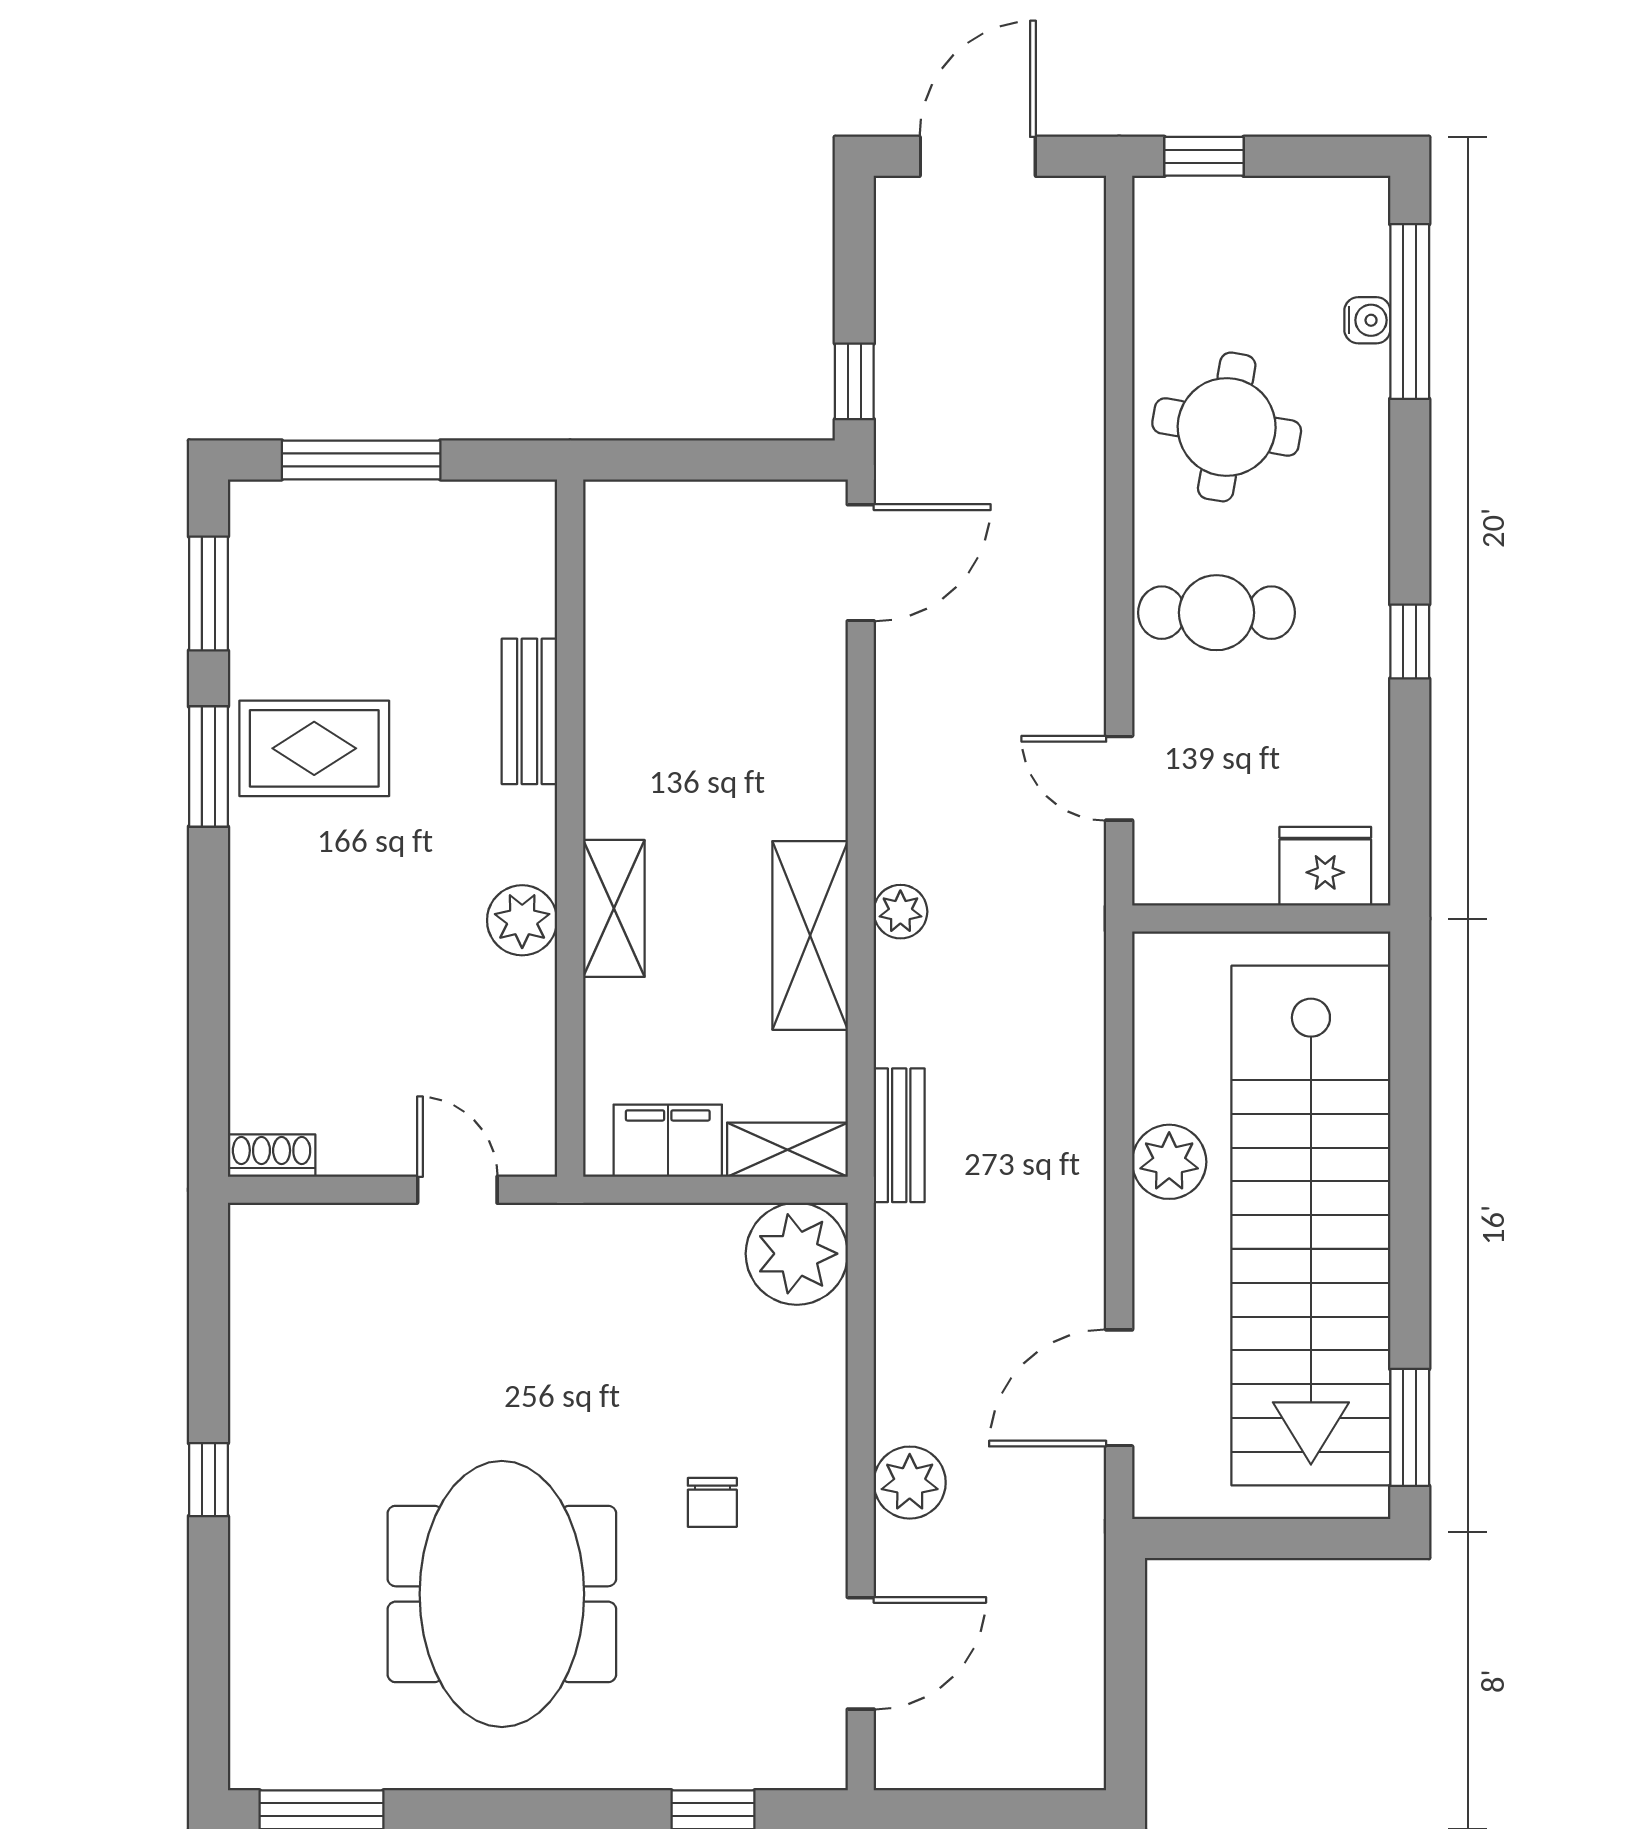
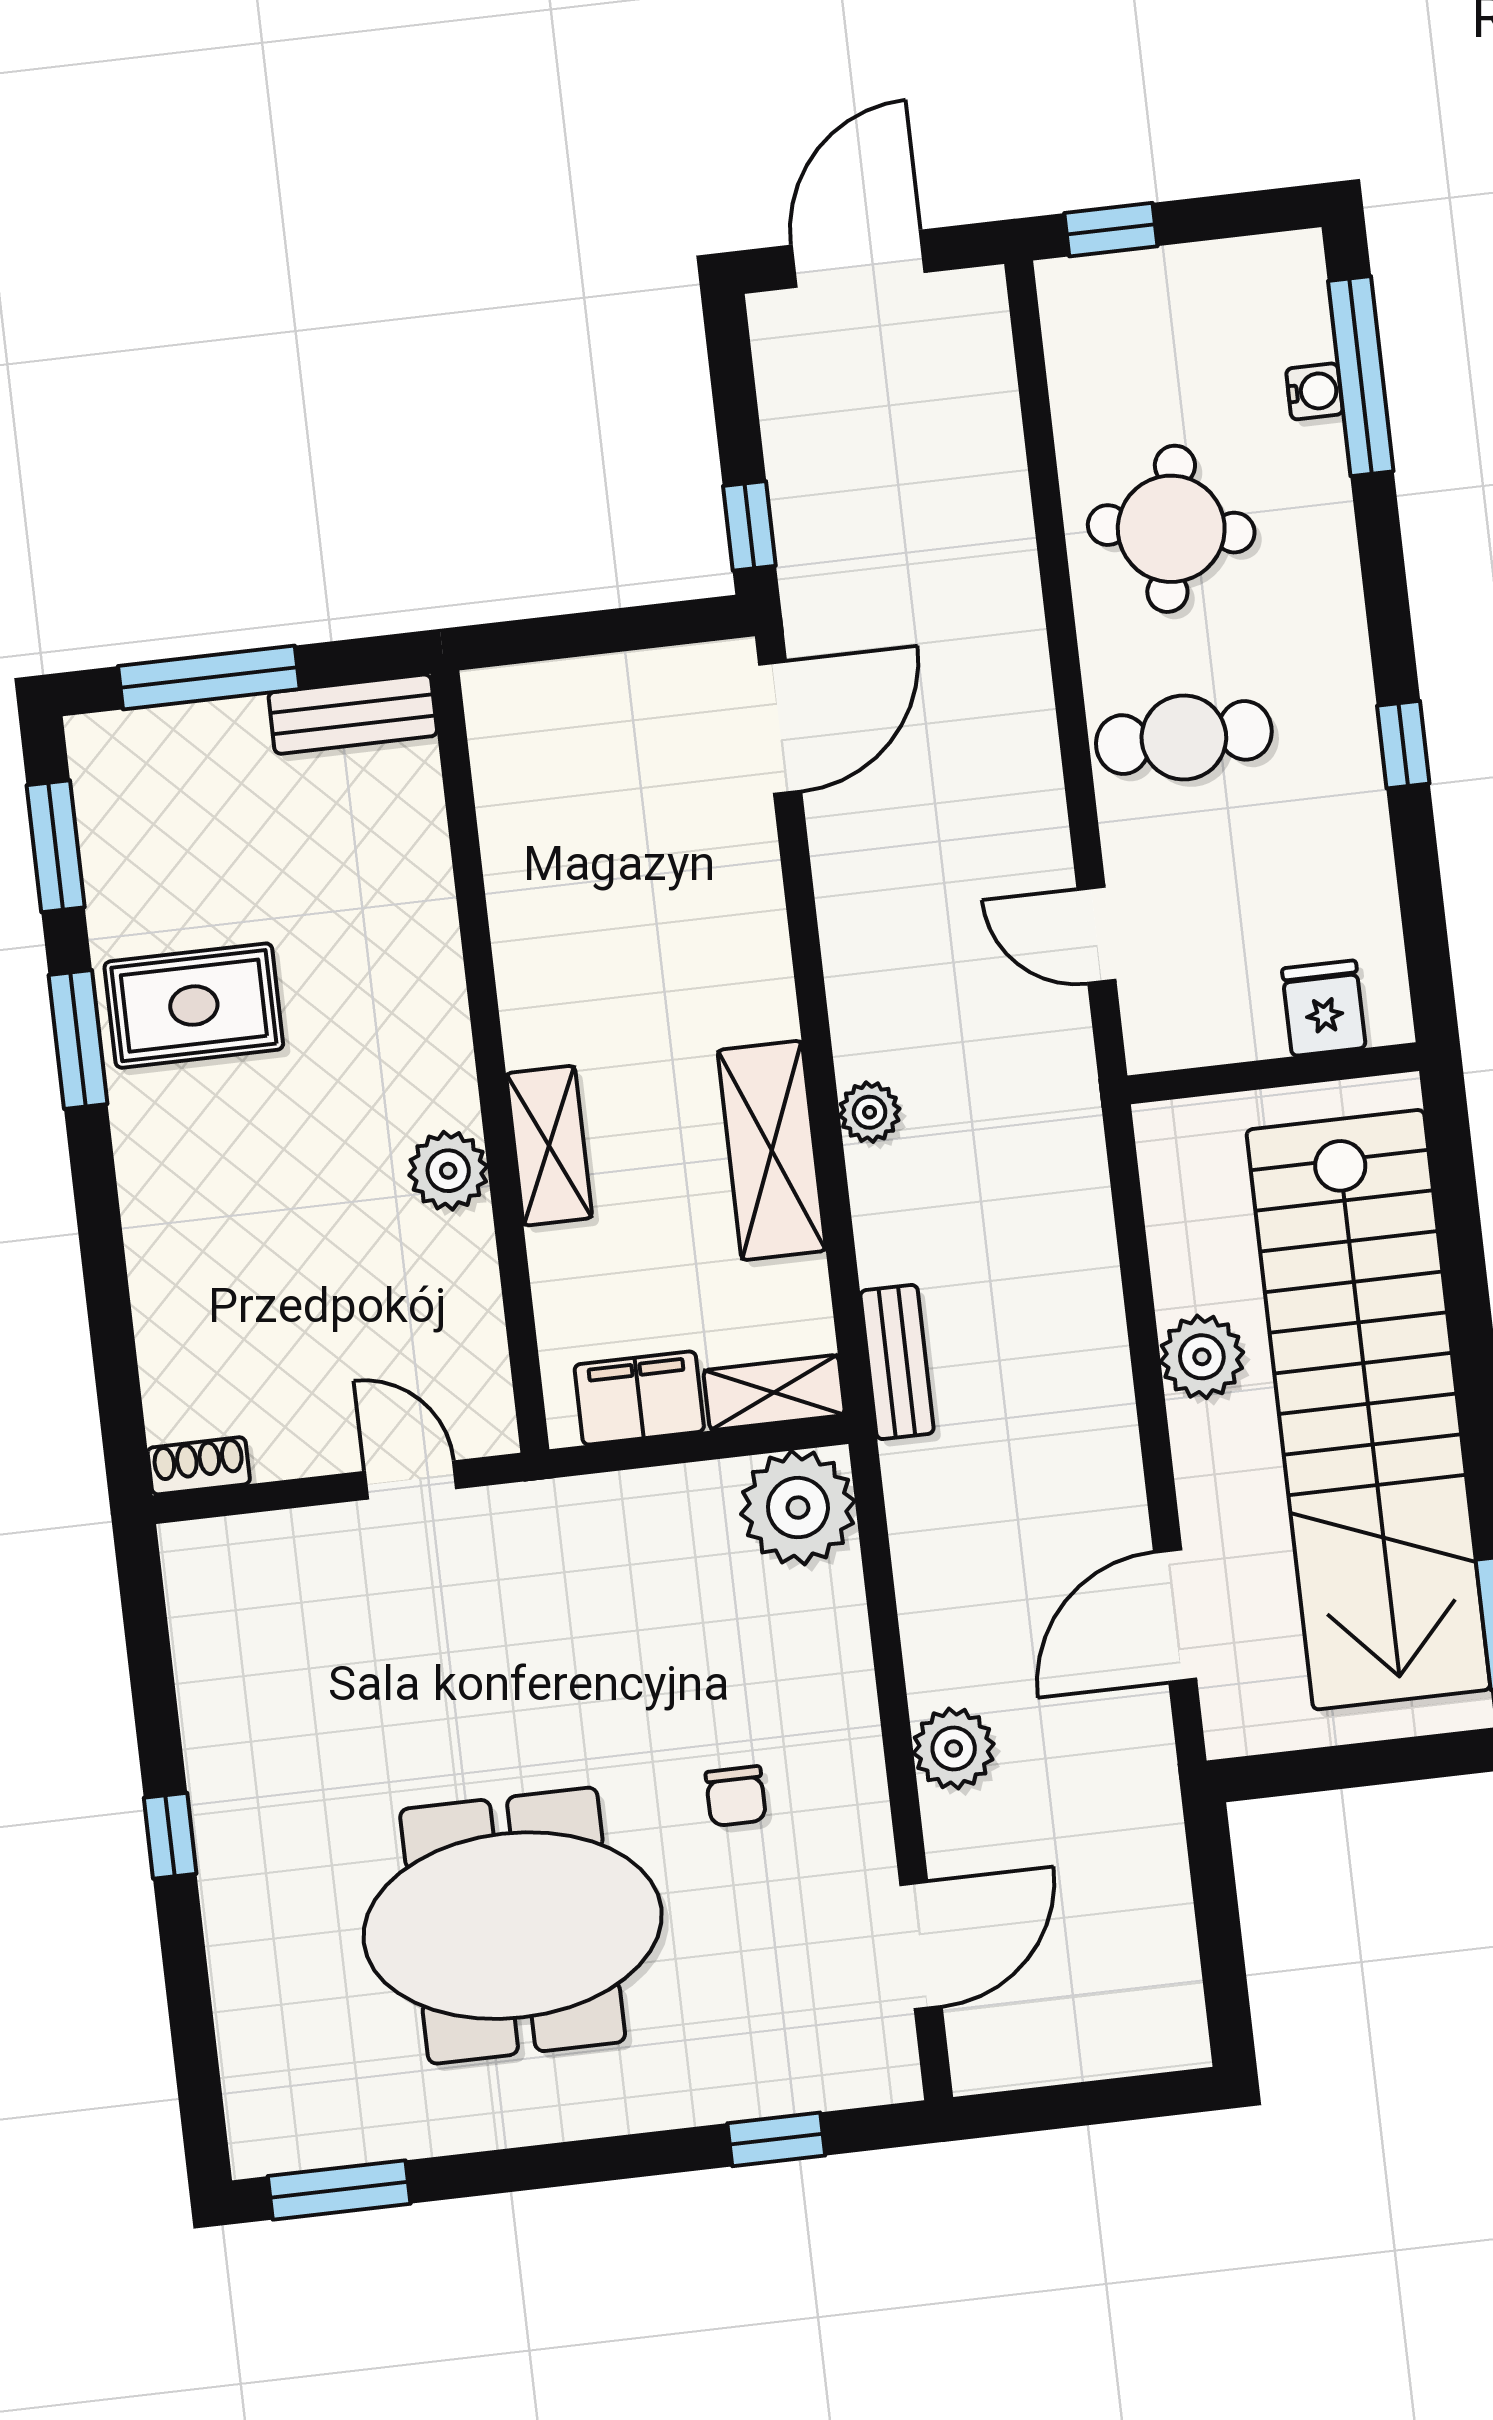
bench: (529, 711) -> (353, 714), moved, turned 90
fridge: (1325, 866) -> (1324, 1008), width x0.72
meeting table: (502, 1594) -> (513, 1926), turned 90

